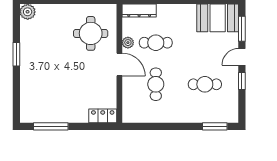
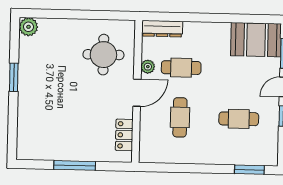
door: (119, 65) -> (137, 93), hinge flipped
locker: (103, 116) -> (124, 135), moved, turned -90
window: (51, 126) -> (75, 165), moved

